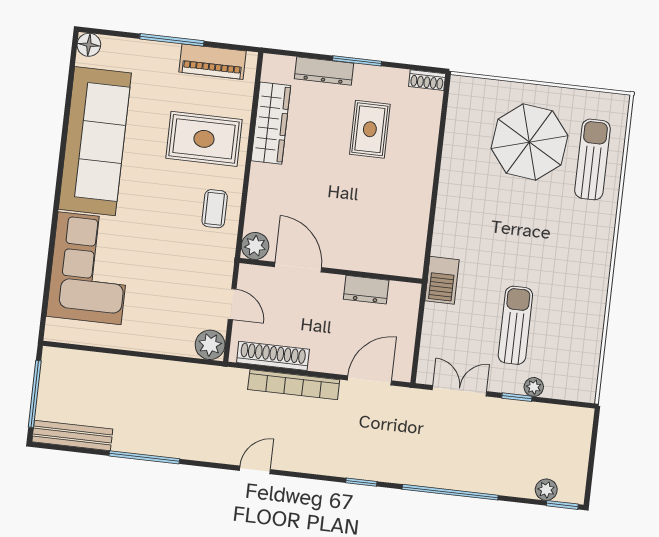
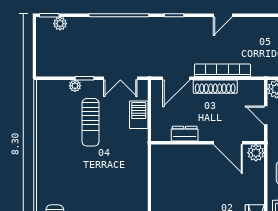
barbecue: (442, 280) -> (139, 115), moved
shoe rack: (273, 356) -> (215, 87), moved
door: (255, 470) -> (223, 15), moved

